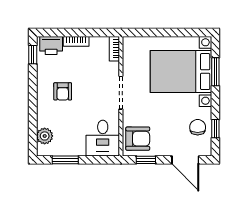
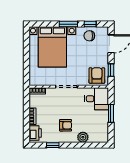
window: (33, 55) -> (53, 145), moved
window: (215, 72) -> (68, 24), moved
plant: (45, 136) -> (83, 137), moved
window: (65, 160) -> (111, 113), moved

